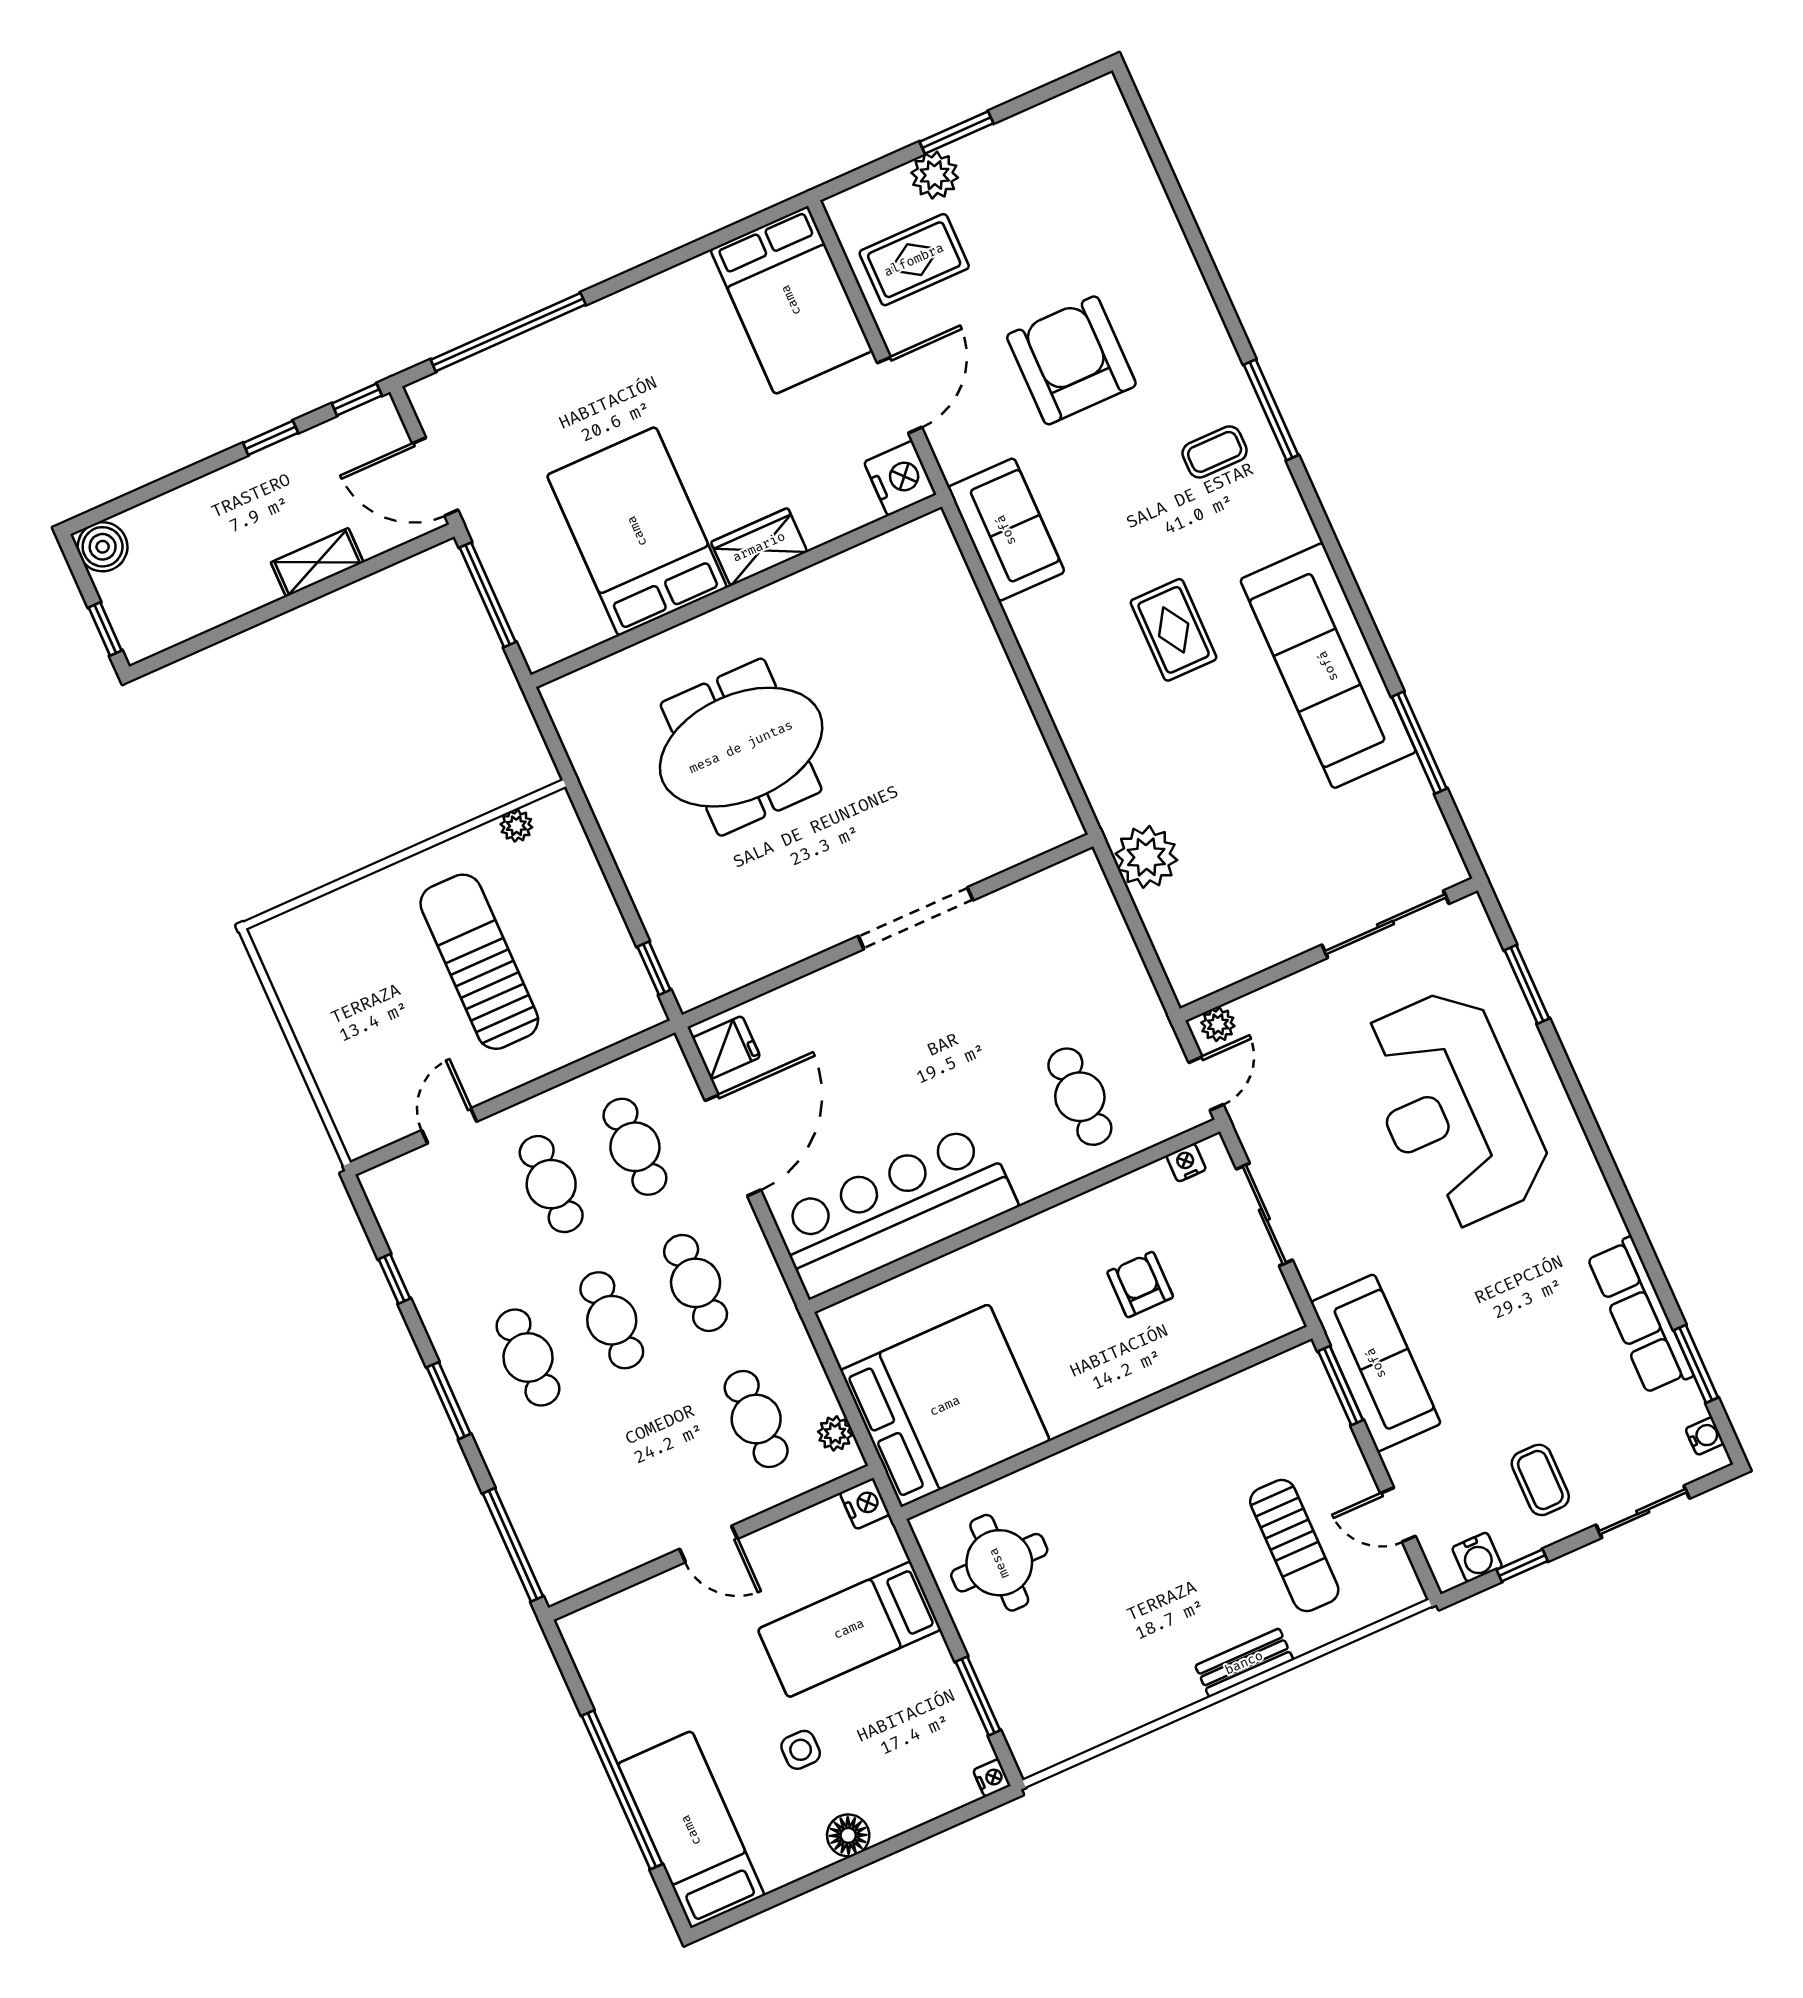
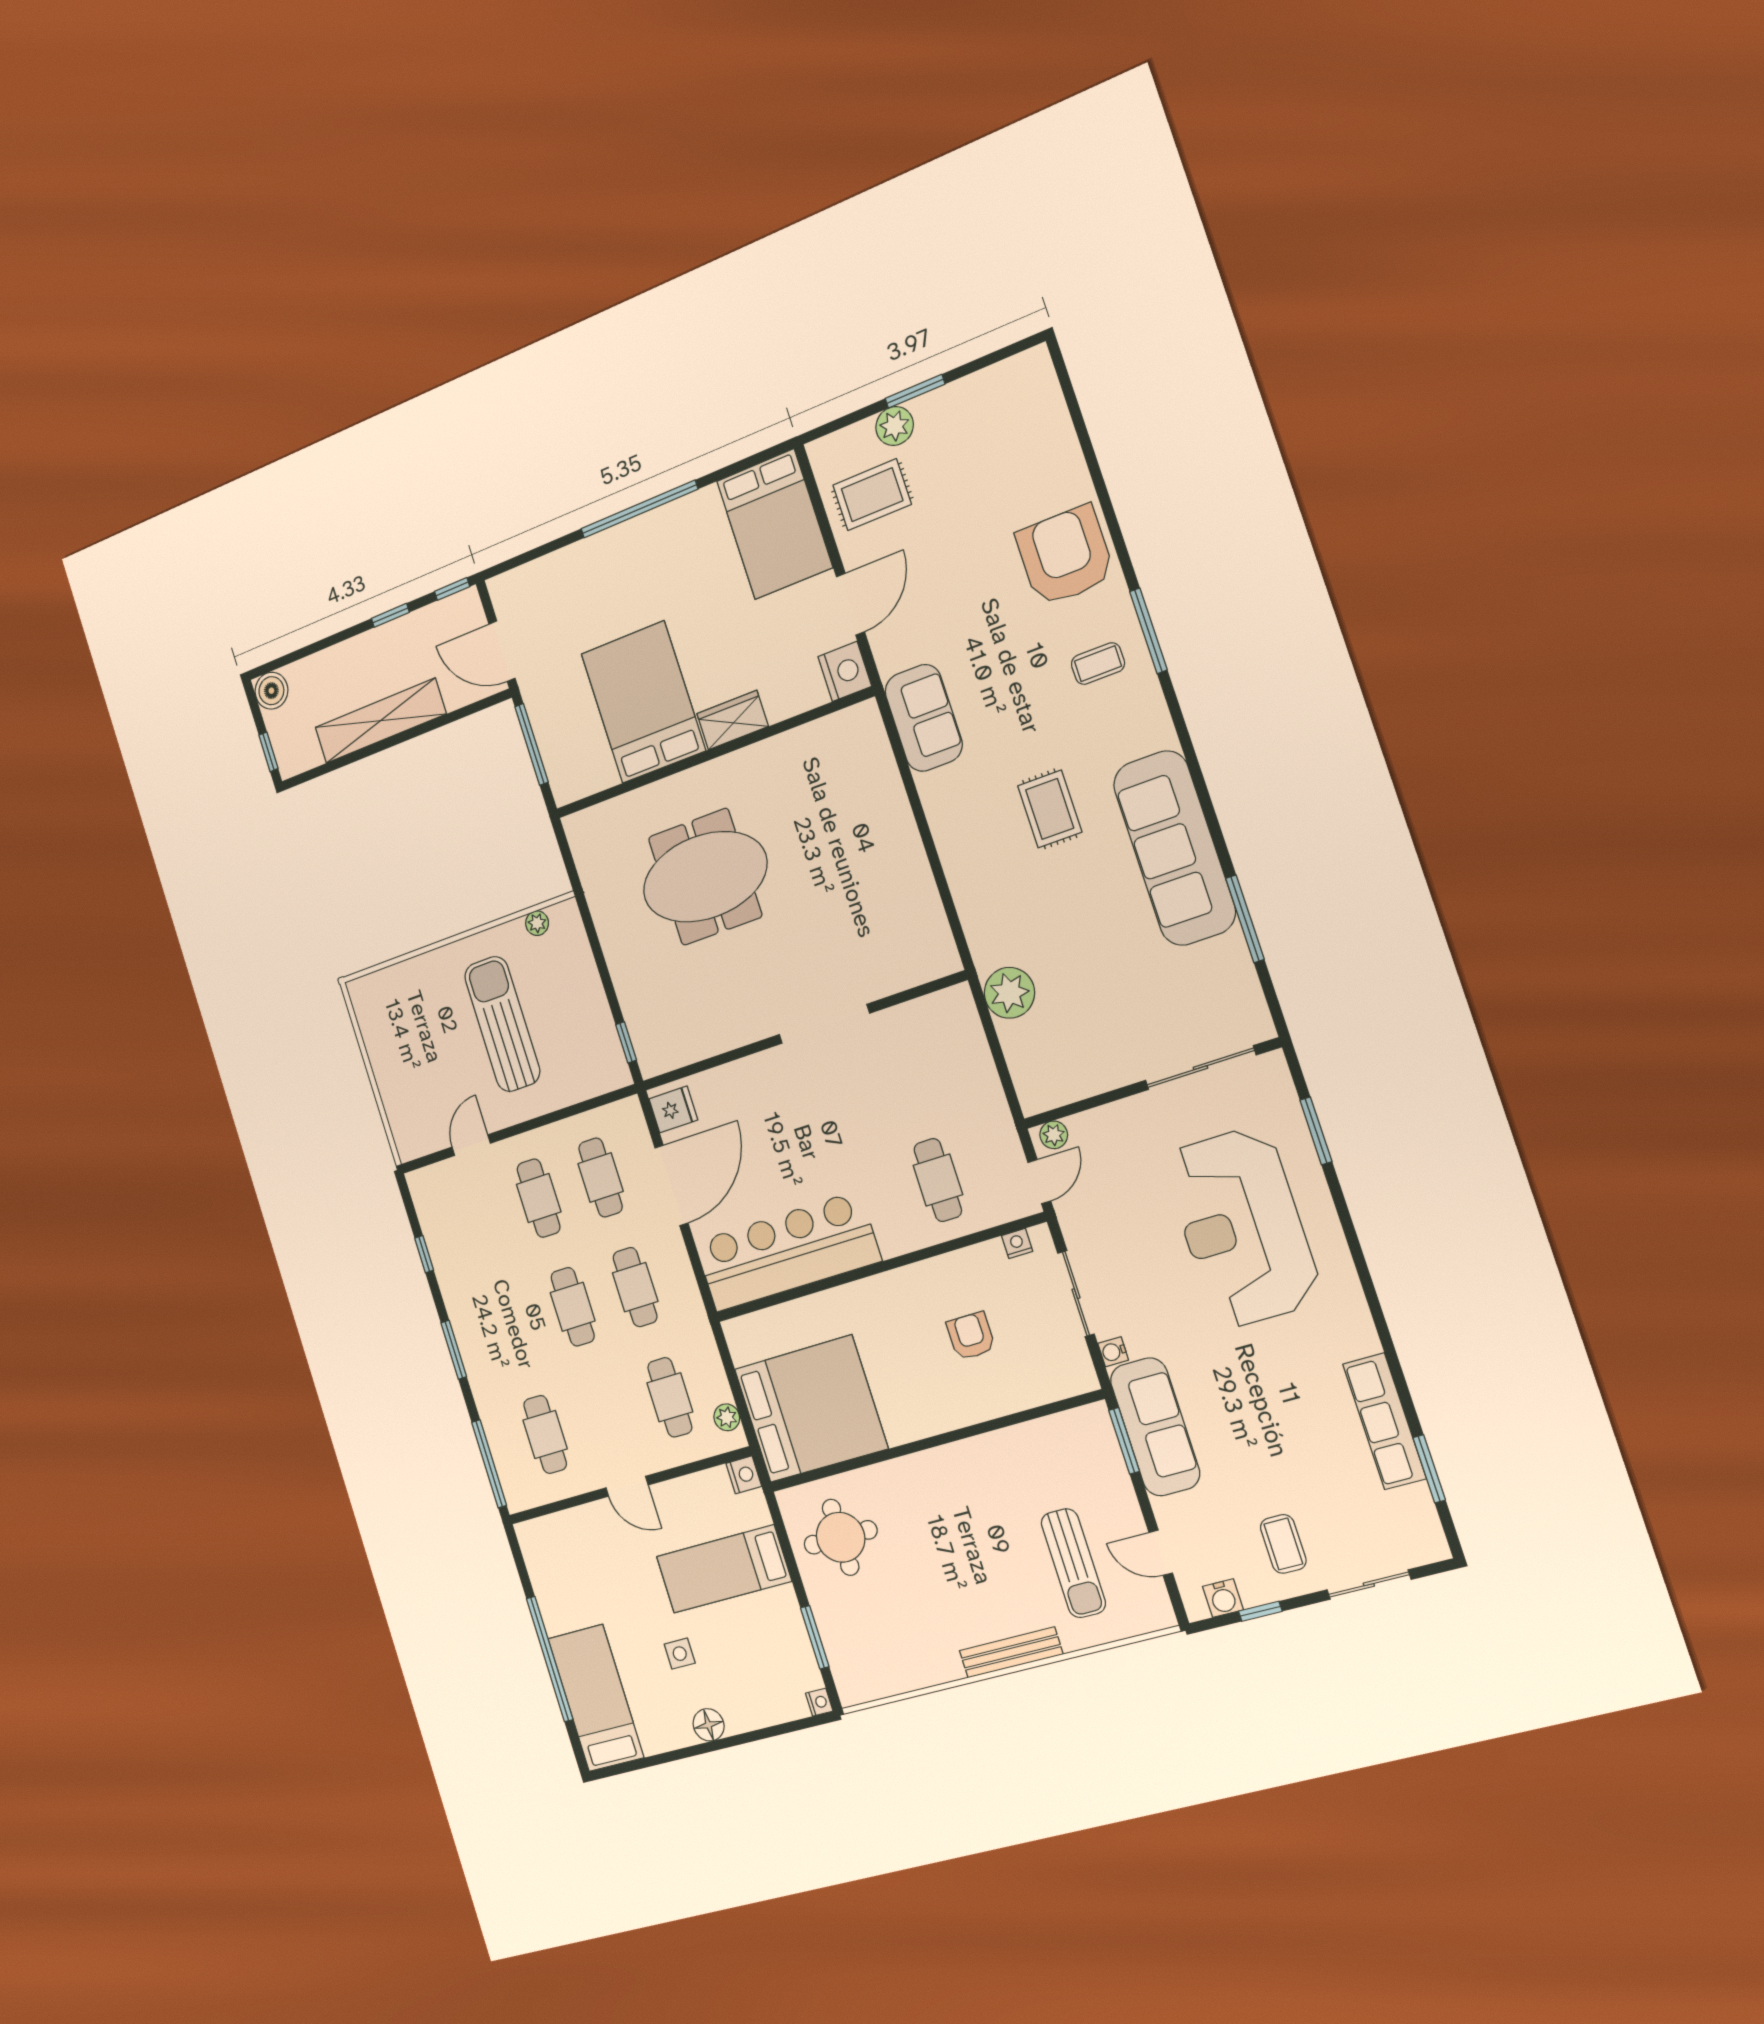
window: (508, 332) -> (639, 509), moved
armchair: (1071, 360) -> (1065, 556), moved
shelving: (317, 562) -> (380, 721), width x2.20, depth x1.33
cafe table: (528, 1358) -> (545, 1434), moved
water cooler: (1705, 1436) -> (1113, 1352), moved, turned 180
bench: (1244, 1663) -> (1011, 1652), width x1.36

